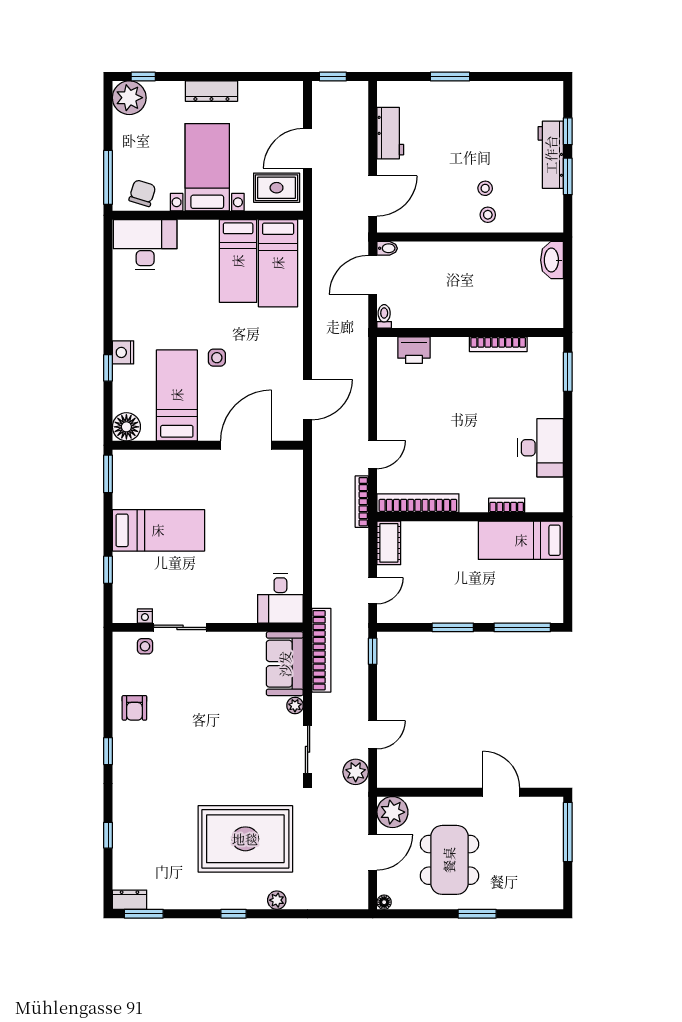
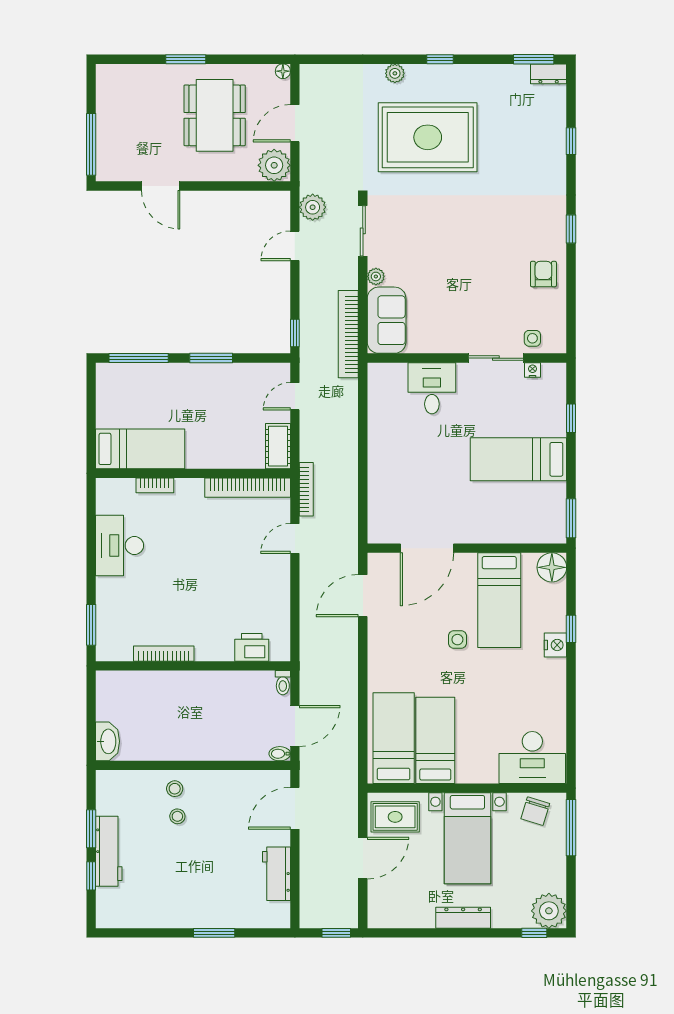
desk: (280, 598) -> (432, 388), moved

